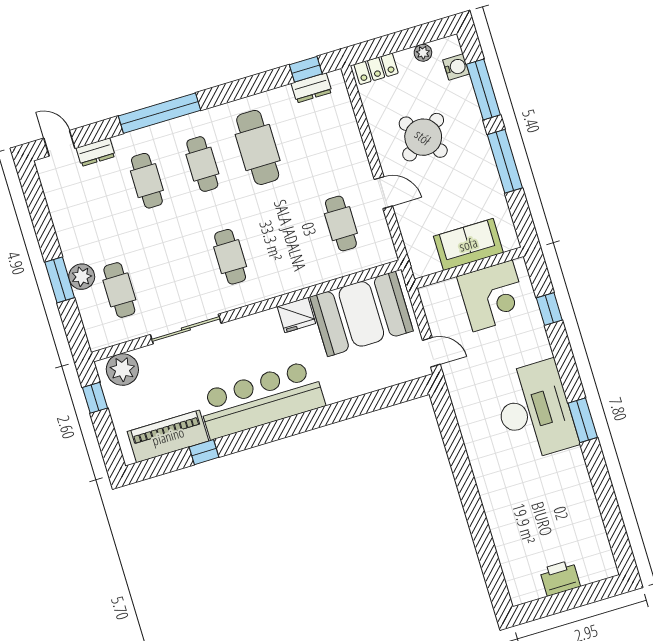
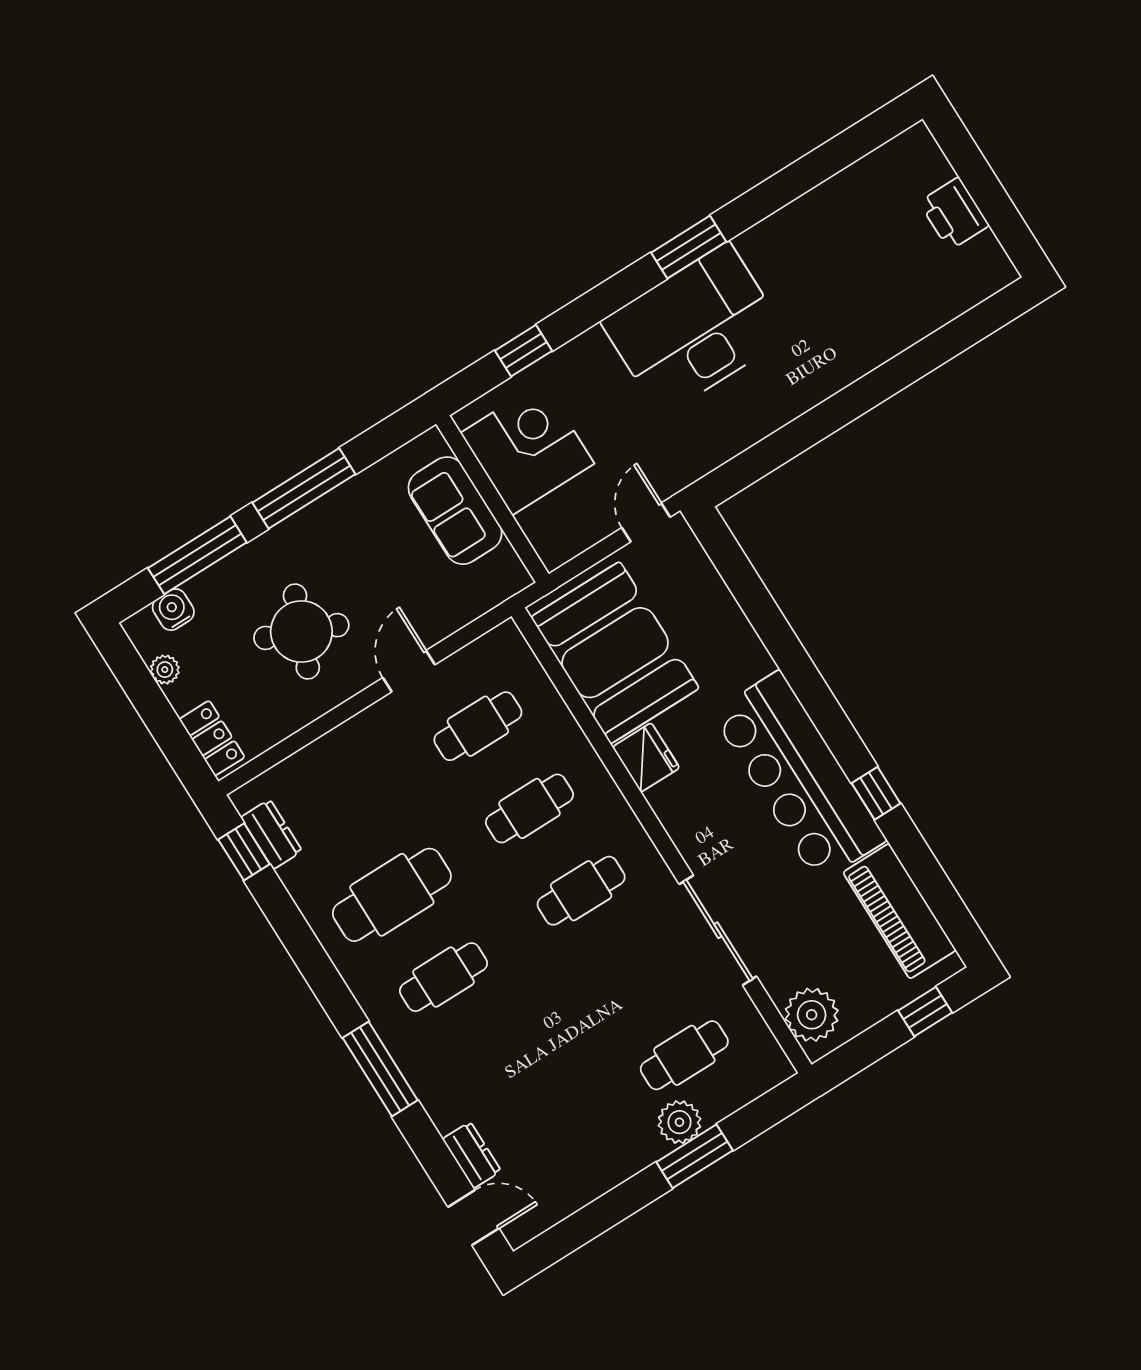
window: (159, 113) -> (380, 1069), width x0.68
round table: (423, 137) -> (301, 632), turned -33
door: (59, 143) -> (473, 1218), swing flipped
cafe table: (147, 181) -> (530, 808), moved
window: (95, 398) -> (925, 1012), moved
window: (204, 452) -> (876, 793), moved

